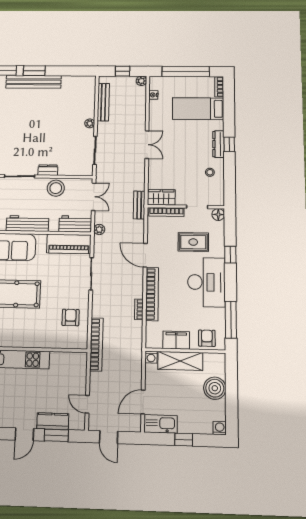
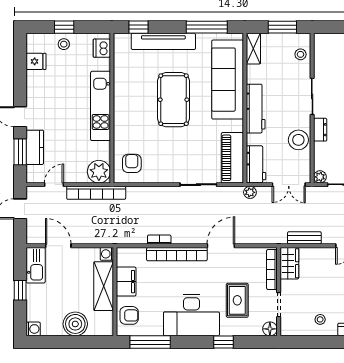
plant: (88, 171) -> (320, 177), added
bench: (139, 205) -> (304, 238), moved
armchair: (71, 318) -> (132, 163), moved, turned -90
bookcase: (96, 344) -> (96, 193), moved
plant: (77, 362) -> (99, 172), added

